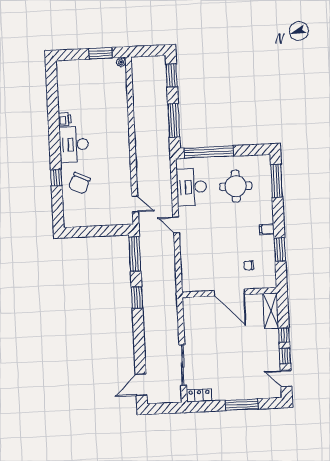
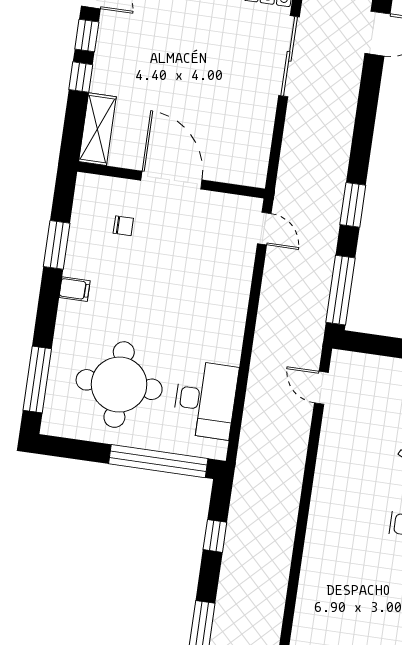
window: (174, 120) -> (215, 536), width x0.46
round table: (236, 186) -> (119, 385), width x1.36, depth x1.36
door: (176, 225) -> (264, 229), moved

